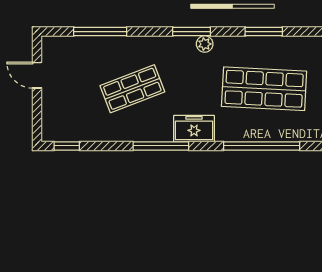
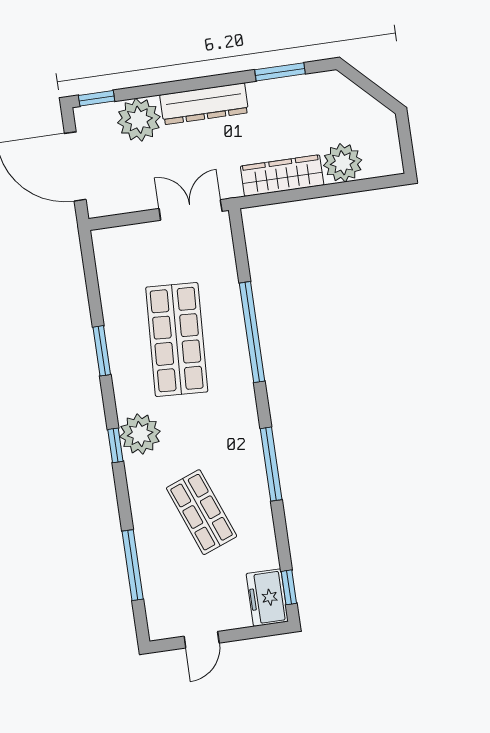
window: (192, 32) -> (115, 445), width x0.67
plant: (205, 44) -> (140, 434), width x1.88, depth x1.88
freezer: (194, 129) -> (267, 598), moved

